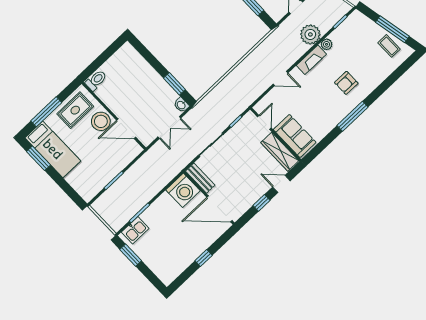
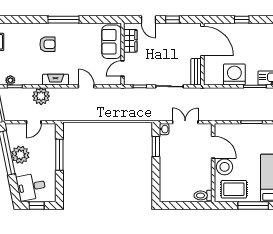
plant: (327, 44) -> (10, 80), moved
wardrobe: (280, 152) -> (130, 41), width x0.67
washing machine: (183, 190) -> (234, 74), moved

